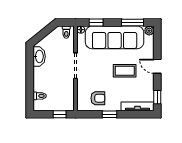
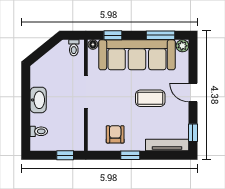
washbasin: (39, 56) -> (38, 100), moved
armchair: (98, 98) -> (115, 134), turned -90

